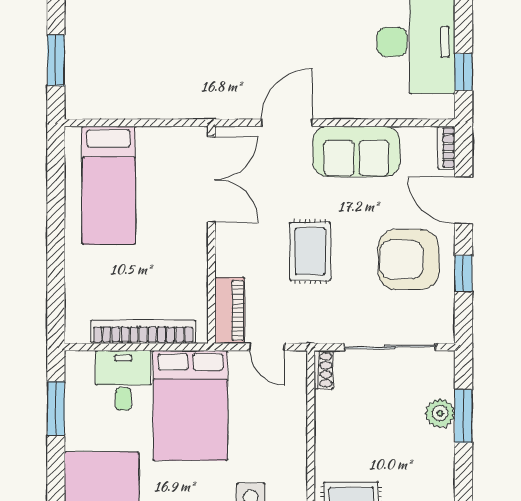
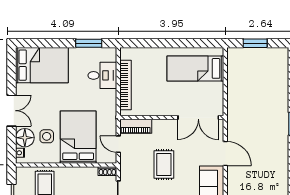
rug: (310, 251) -> (164, 165), turned 90
door: (267, 347) -> (118, 144), hinge flipped
bed: (190, 405) -> (78, 137), moved, turned 90

